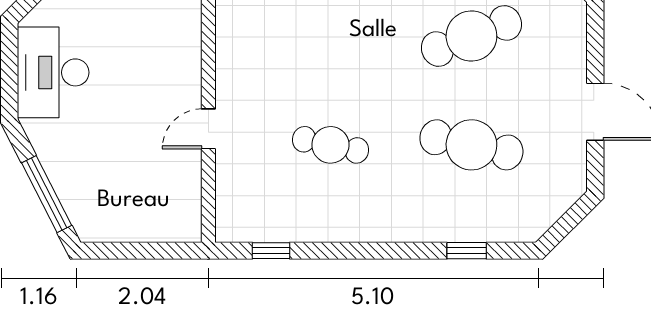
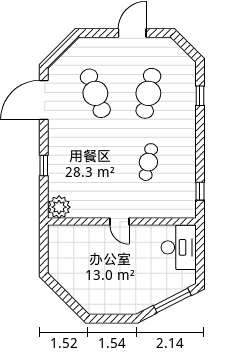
desk: (53, 72) -> (179, 247), moved, turned -90
door: (208, 129) -> (119, 222), moved

